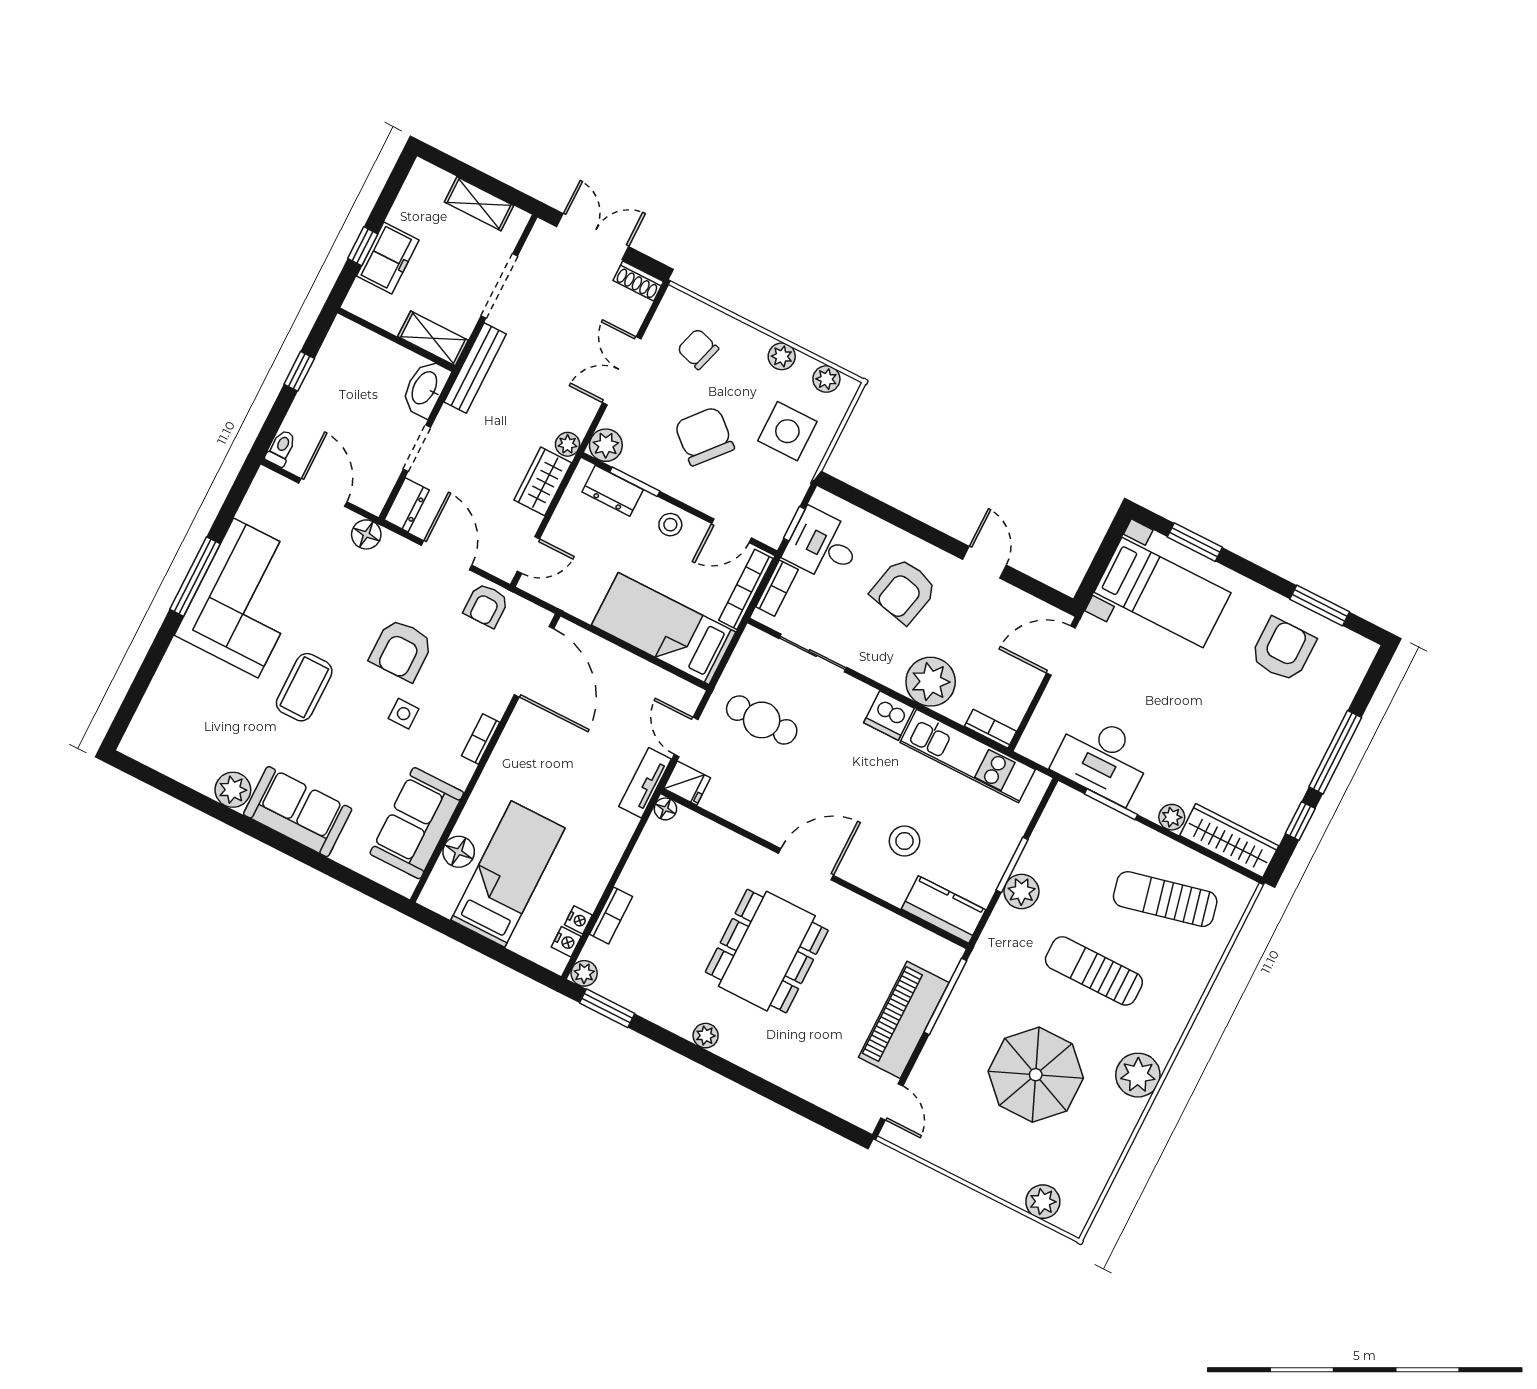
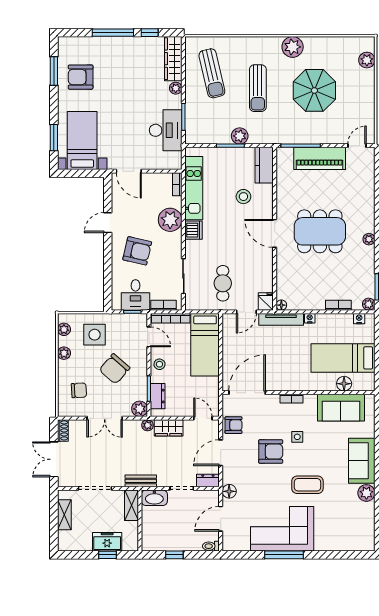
chair: (698, 349) -> (79, 390), turned -110
bench: (475, 368) -> (141, 481), width x0.73
tv unit: (645, 783) -> (281, 319), width x1.41
nightstand: (578, 920) -> (310, 318), moved

